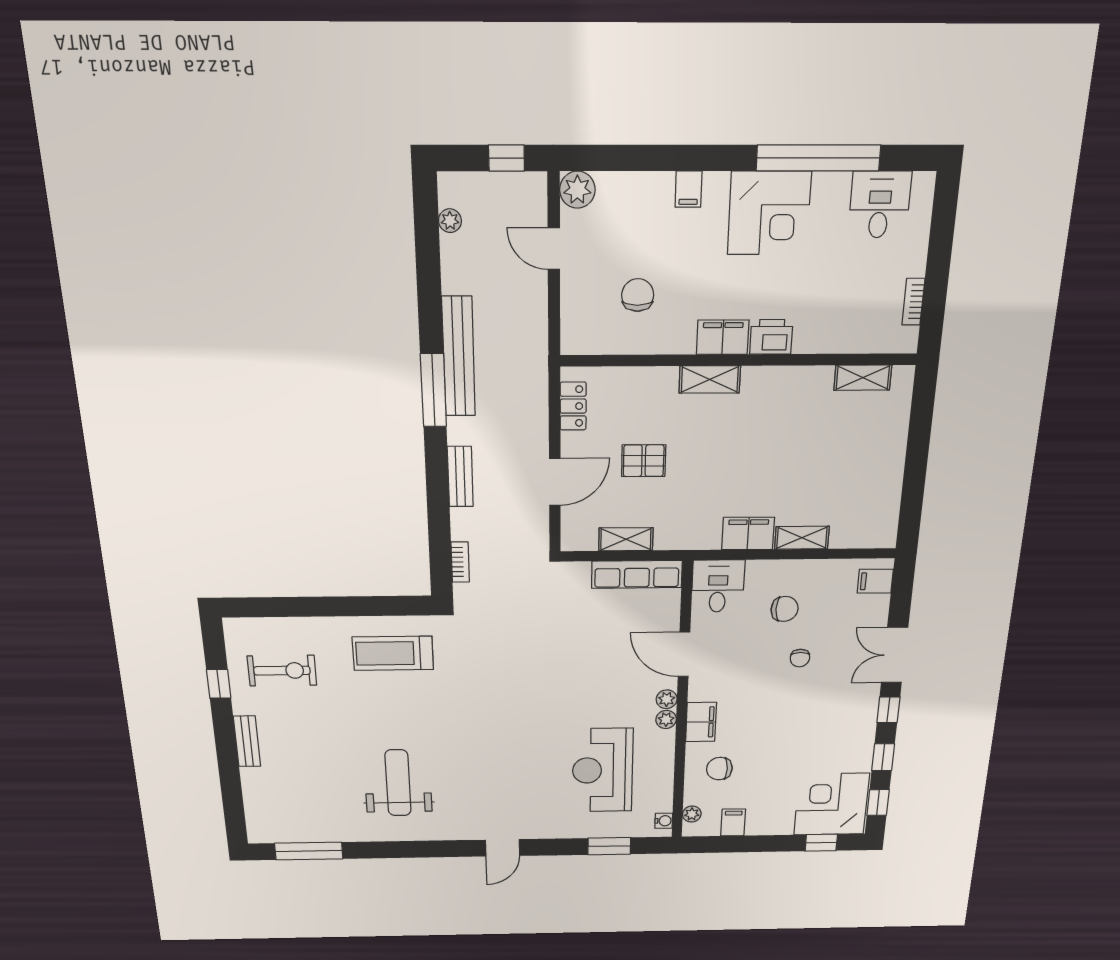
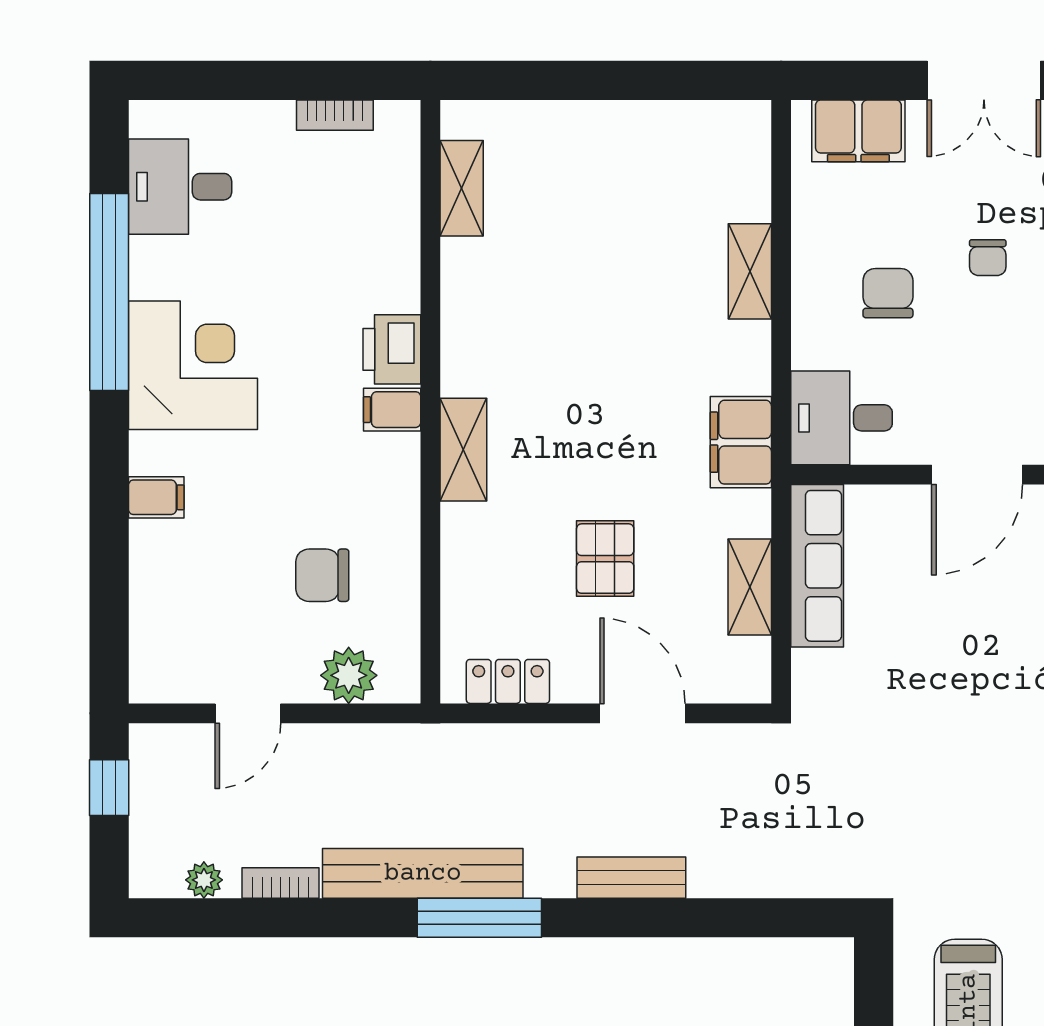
plant: (577, 190) -> (349, 675), moved
filing cabinet: (723, 337) -> (392, 410), width x0.50
filing cabinet: (748, 533) -> (741, 442), moved
bookcase: (460, 562) -> (281, 883), moved
filing cabinet: (875, 581) -> (858, 131), width x2.00
chair: (800, 658) -> (988, 258), turned 90

